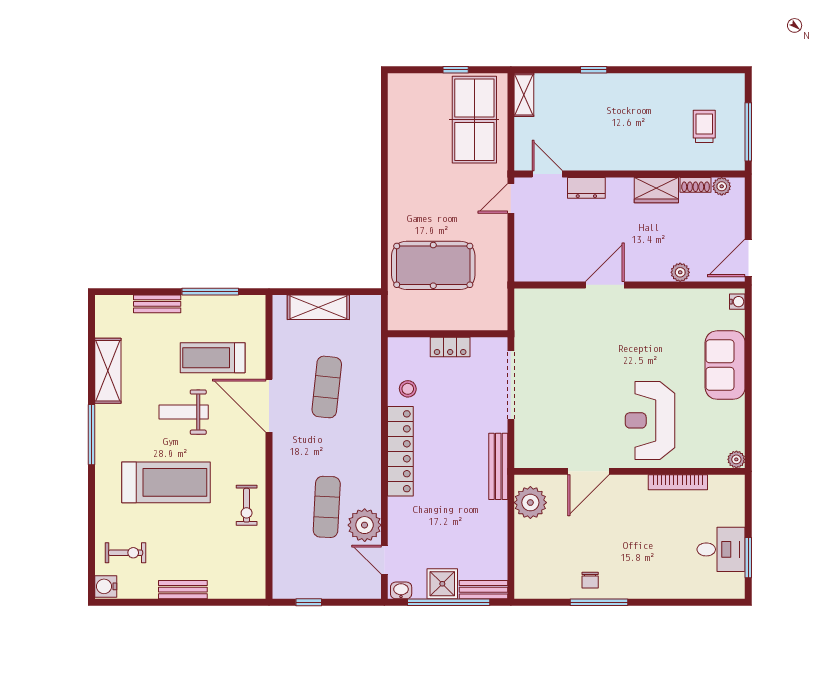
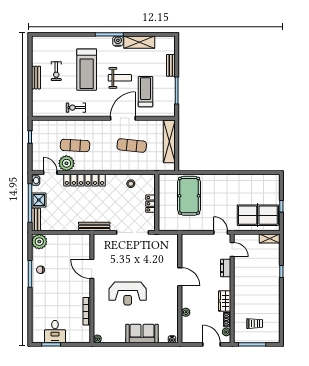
door: (547, 174) -> (232, 250), hinge flipped
door: (748, 258) -> (211, 344), moved
shelving: (318, 307) -> (169, 141), width x1.47
weight bench: (184, 412) -> (120, 78), turned 90
reception desk: (650, 420) -> (128, 293), moved, turned 180
locker: (400, 451) -> (84, 180), moved
plant: (530, 503) -> (39, 242), moved
exercise bike: (126, 553) -> (56, 71), moved
door: (384, 560) -> (50, 173), hinge flipped
water cooler: (106, 586) -> (118, 41), moved

